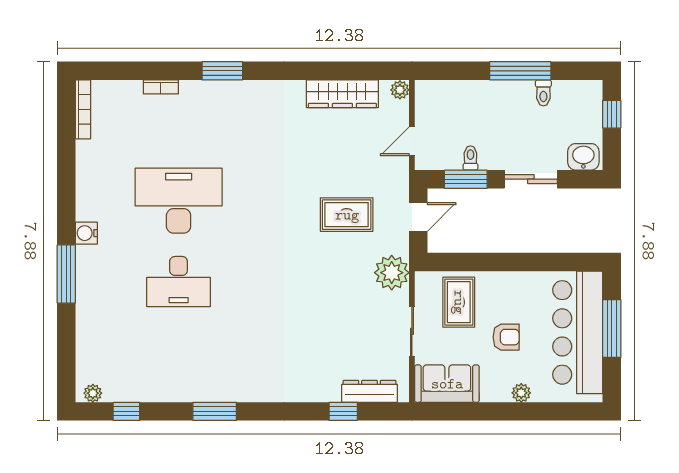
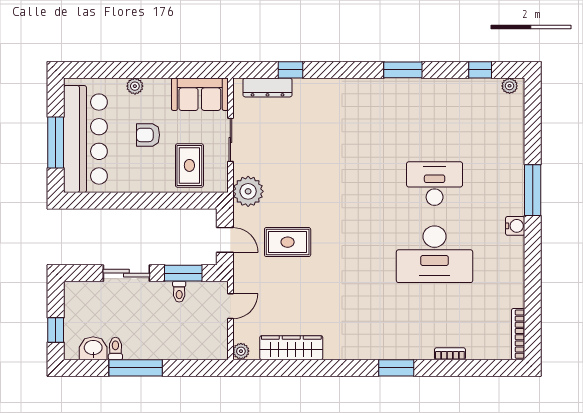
washbasin: (583, 157) -> (93, 348), moved, turned 180
door: (418, 217) -> (225, 240), swing flipped

